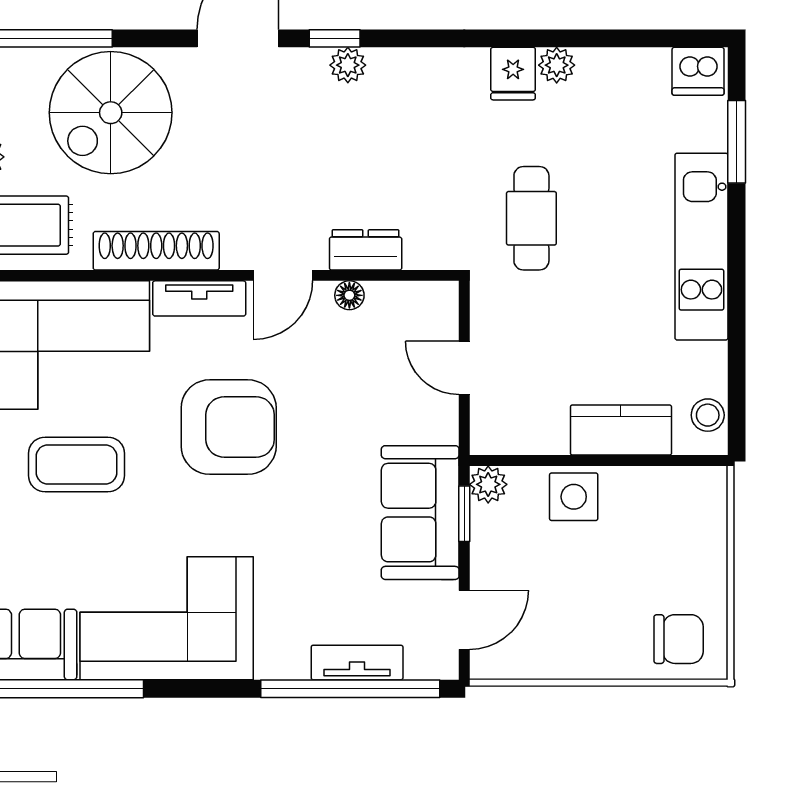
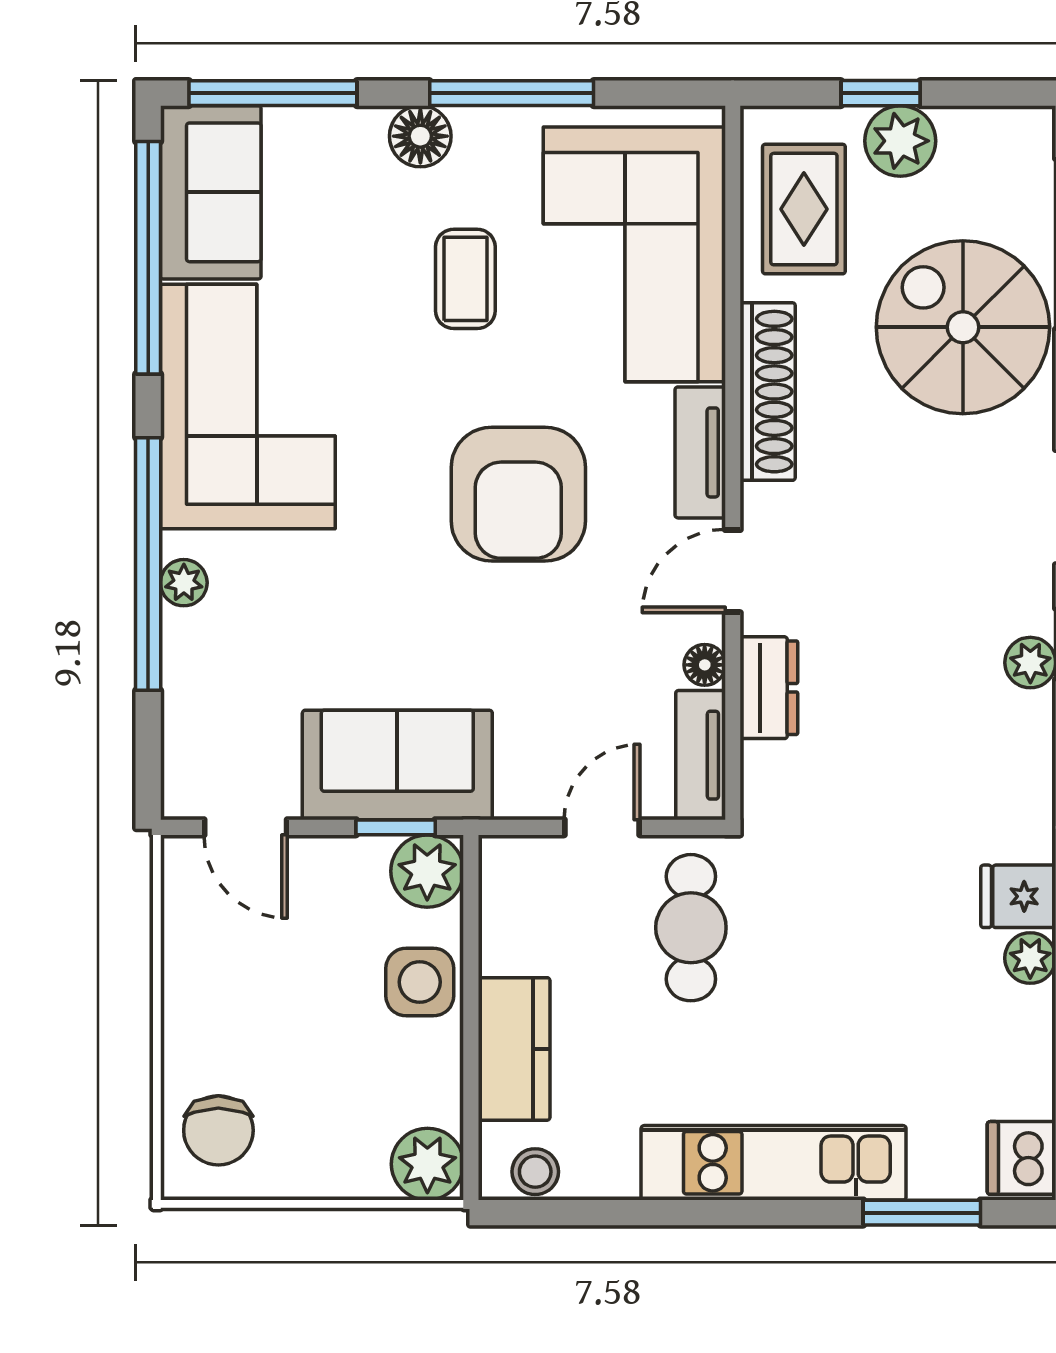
cafe table: (531, 218) -> (691, 928), moved, turned 90
door: (283, 275) -> (733, 571), hinge flipped
coffee table: (76, 464) -> (465, 279), width x0.73, depth x0.77
plant: (488, 484) -> (427, 871), width x1.38, depth x1.38
plant: (702, 491) -> (427, 1164), added
tv unit: (357, 663) -> (701, 755), moved, turned 180
plant: (291, 664) -> (184, 583), added
window: (350, 689) -> (148, 564), moved

